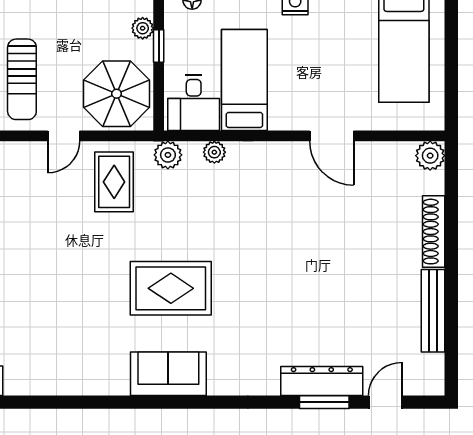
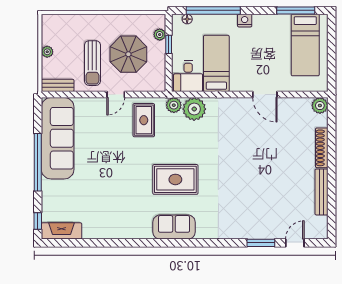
parasol: (117, 94) -> (128, 54), moved
plant: (214, 152) -> (194, 109), width x1.87, depth x1.87
dresser: (322, 381) -> (259, 231), removed

